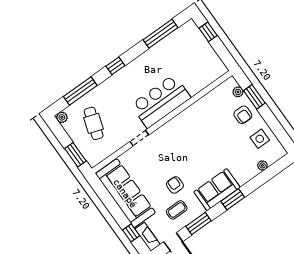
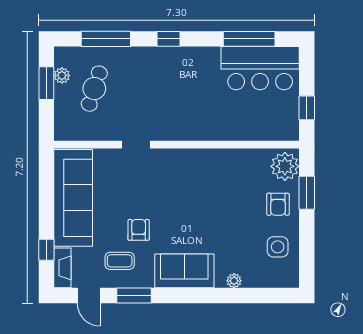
window: (208, 32) -> (307, 108), moved
plant: (238, 92) -> (285, 166), width x1.88, depth x1.88
bar counter: (161, 101) -> (260, 68), moved, turned 180
plant: (62, 117) -> (62, 75), moved
window: (75, 155) -> (46, 83), moved
plant: (262, 165) -> (234, 281), moved
window: (233, 199) -> (195, 295), removed

